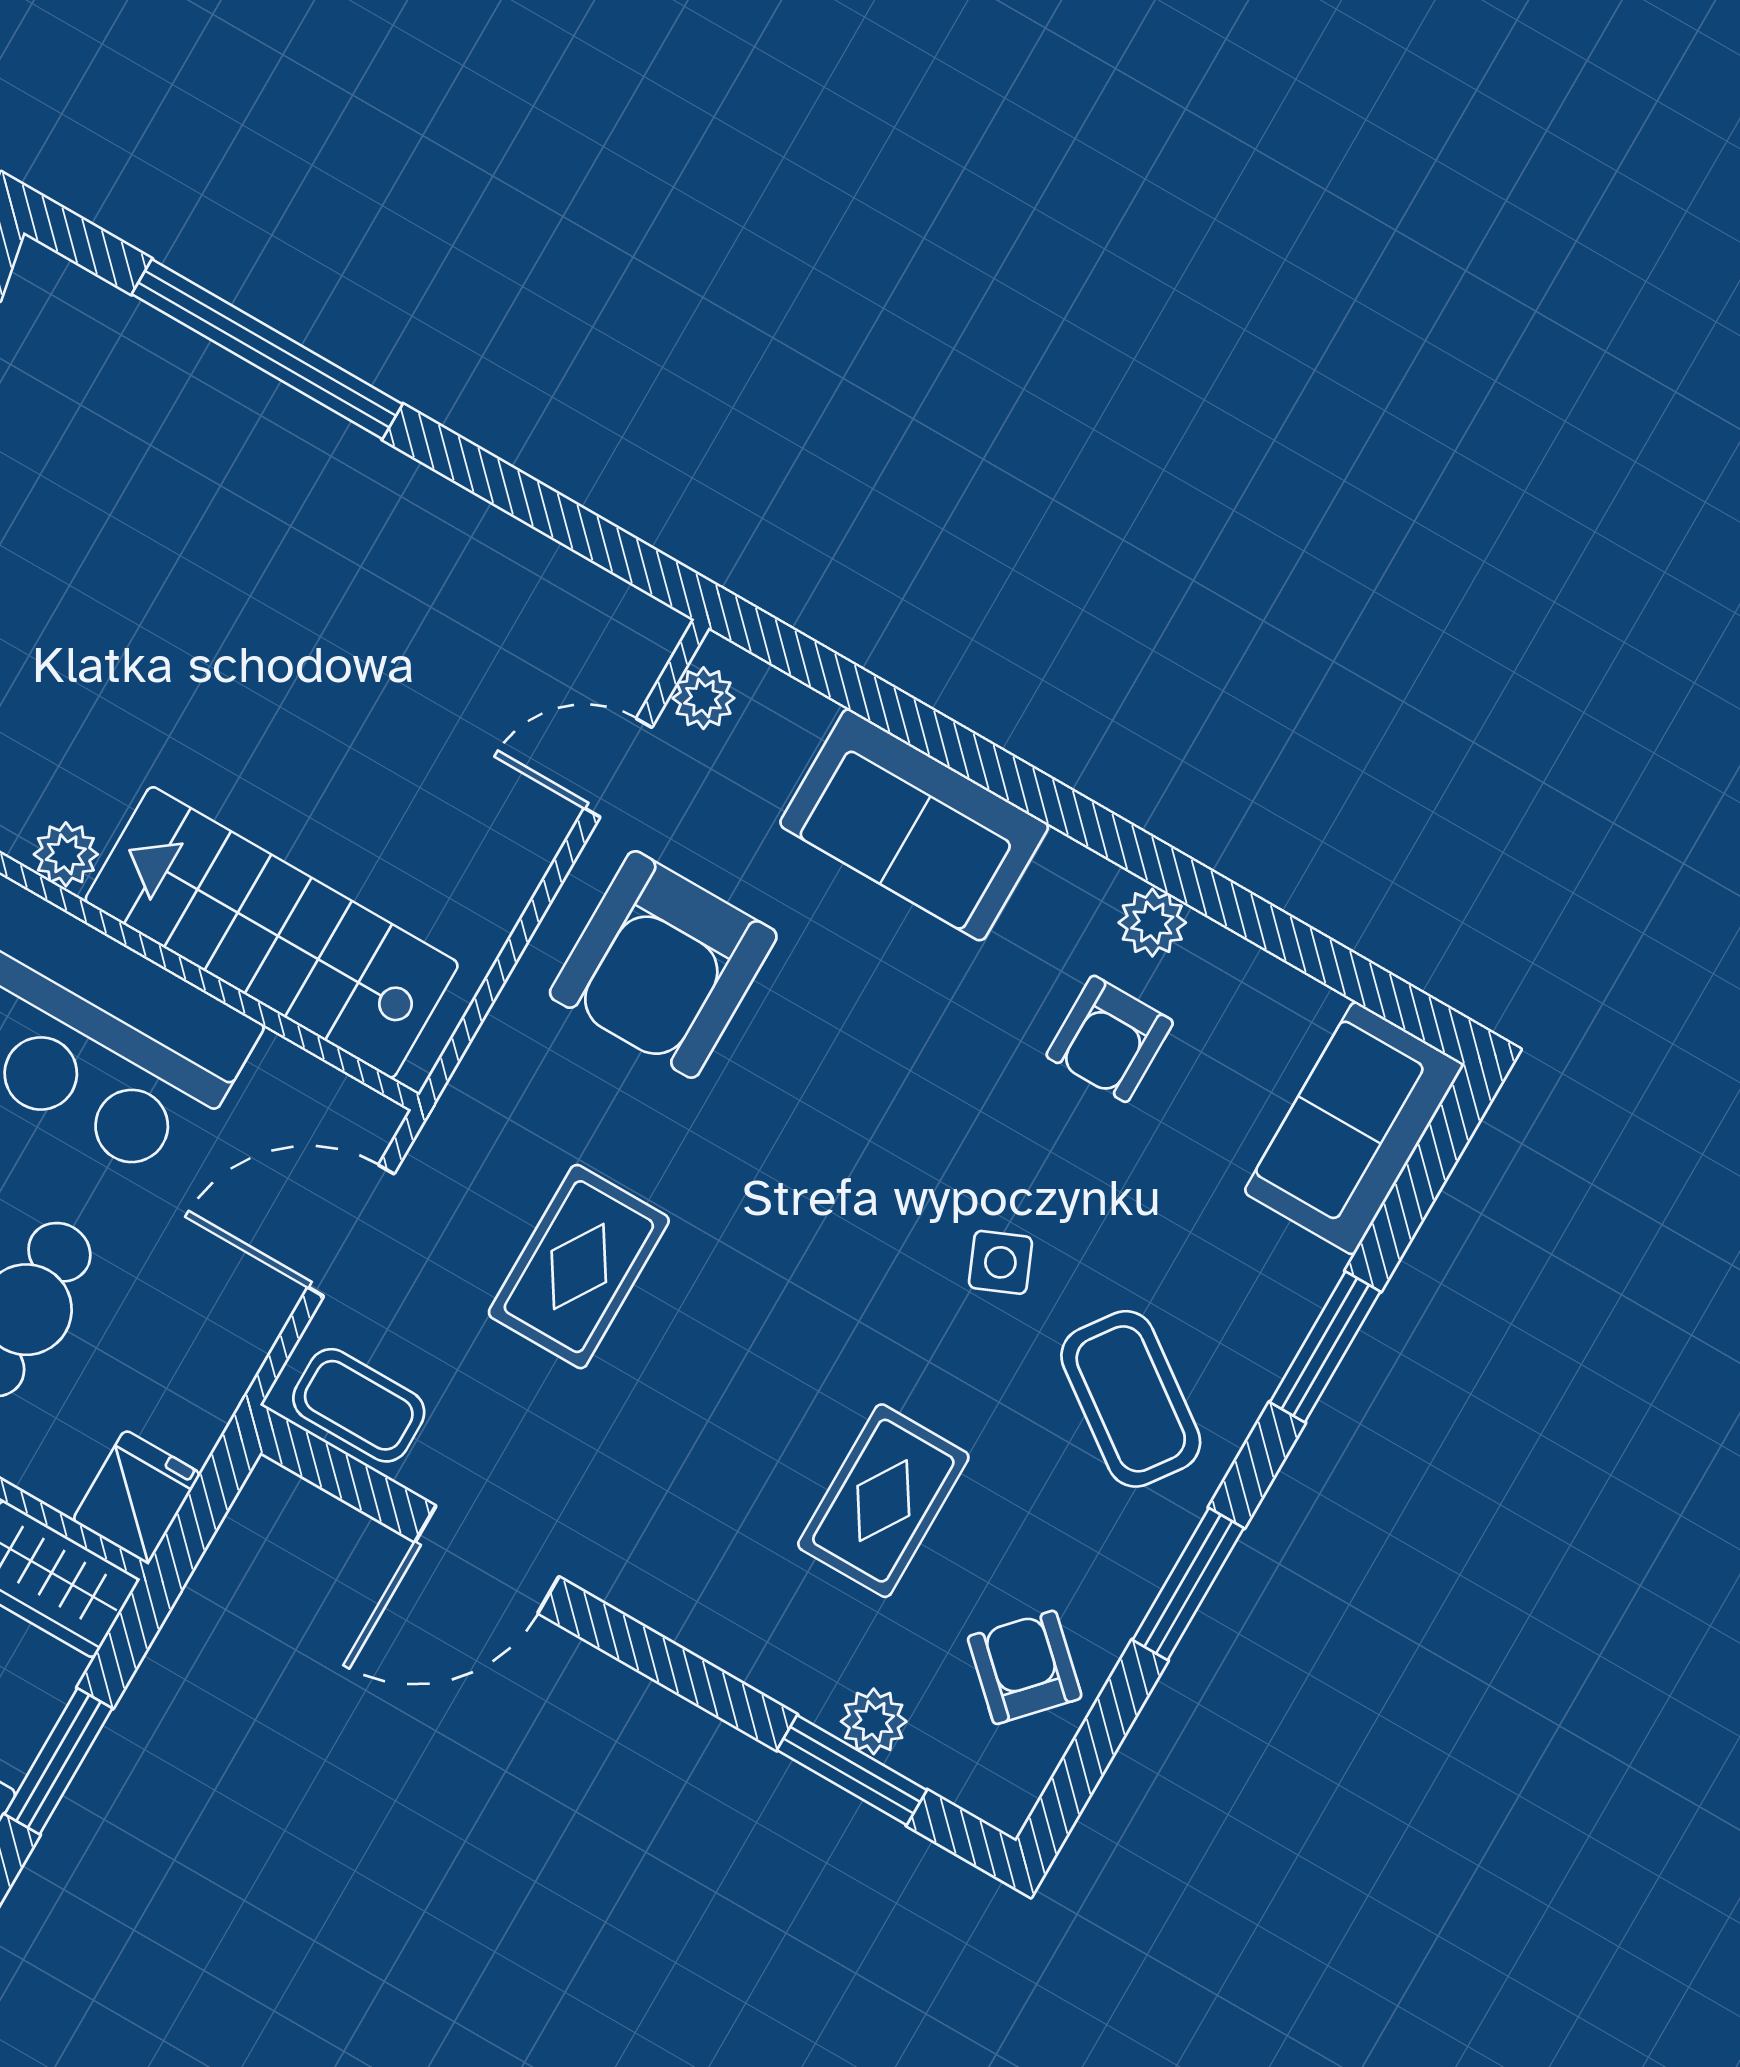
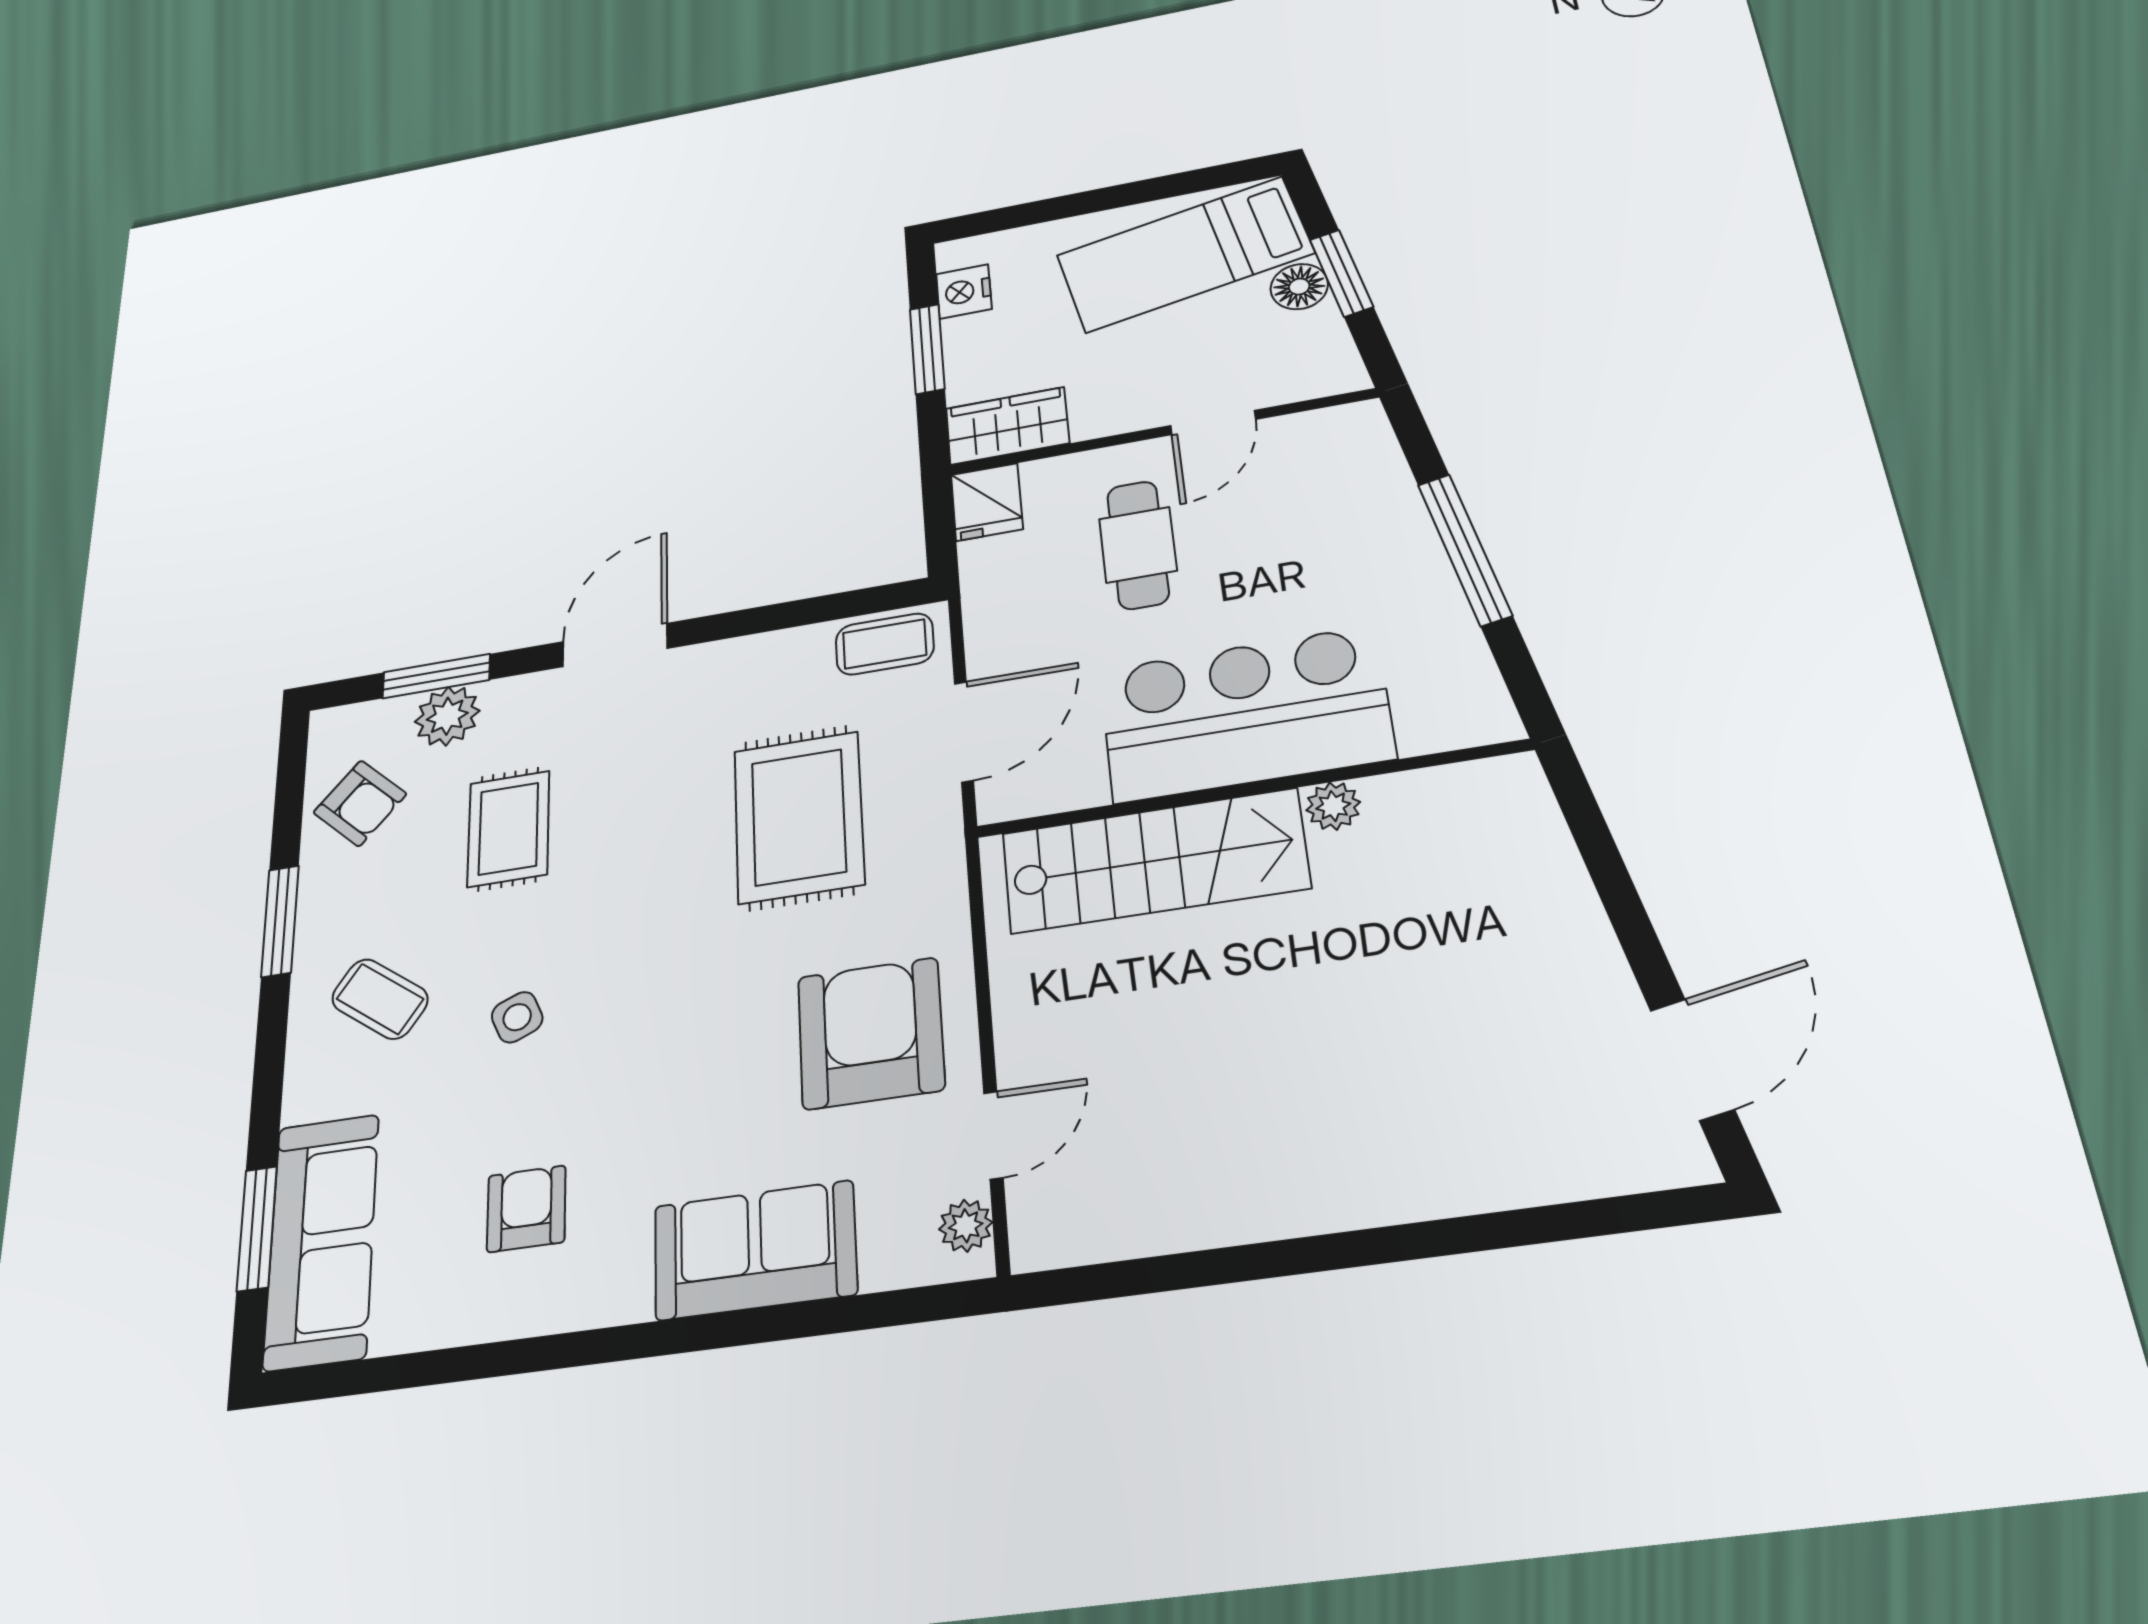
window: (267, 349) -> (1473, 1234), removed
plant: (1152, 923) -> (542, 1307), removed
sofa: (1354, 1128) -> (322, 1241), width x1.36
rug: (579, 1267) -> (799, 817), width x1.36, depth x1.43
window: (1325, 1347) -> (257, 1229), moved
coffee table: (1131, 1399) -> (380, 999), width x0.73, depth x0.77
door: (487, 1559) -> (615, 645), moved
plant: (874, 1721) -> (447, 716), width x1.38, depth x1.38

